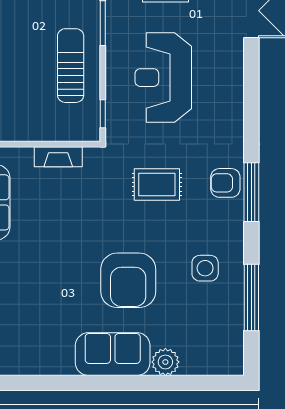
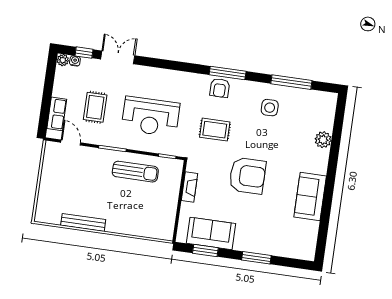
sun lounger: (71, 66) -> (135, 172), turned 180
rug: (157, 184) -> (215, 130), turned 90
armchair: (128, 280) -> (247, 176), moved
sofa: (113, 354) -> (310, 197), moved

